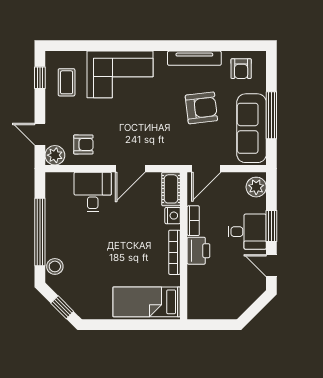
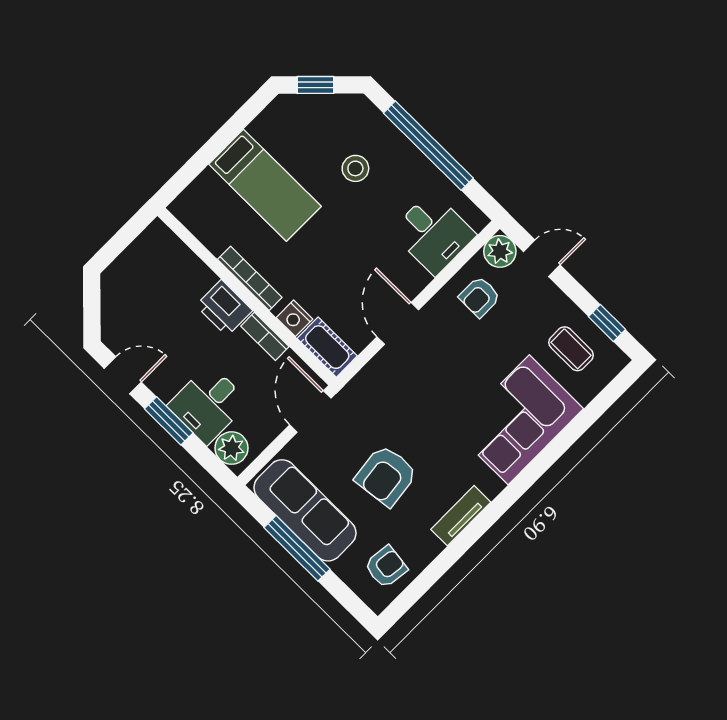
tv unit: (194, 58) -> (461, 516), width x0.71
armchair: (241, 69) -> (386, 567), turned 97
desk: (93, 192) -> (433, 233), moved
desk: (247, 232) -> (208, 404), moved
stool: (55, 266) -> (355, 168), moved
bed: (147, 302) -> (265, 185), moved, turned 90

